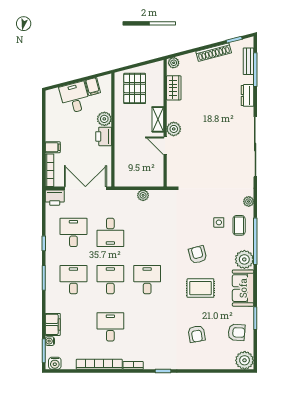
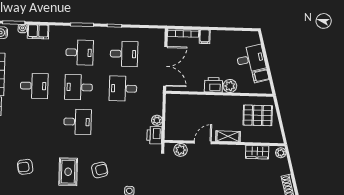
plant: (174, 129) -> (181, 150), moved
printer: (55, 198) -> (154, 135), moved
desk: (110, 280) -> (79, 87), turned 180

